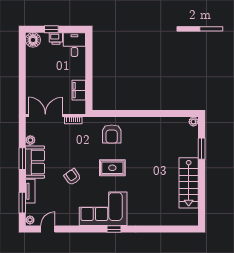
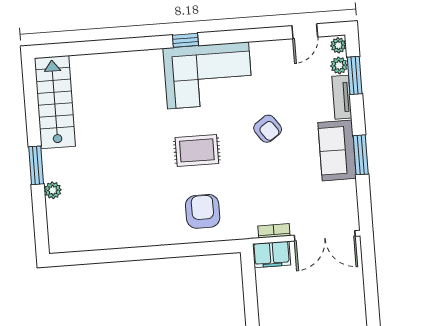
filing cabinet: (79, 90) -> (272, 254), moved, turned 90
plant: (193, 122) -> (53, 190), moved
plant: (30, 140) -> (339, 65), moved
window: (202, 149) -> (36, 165), moved
stairs: (189, 183) -> (55, 102), moved

